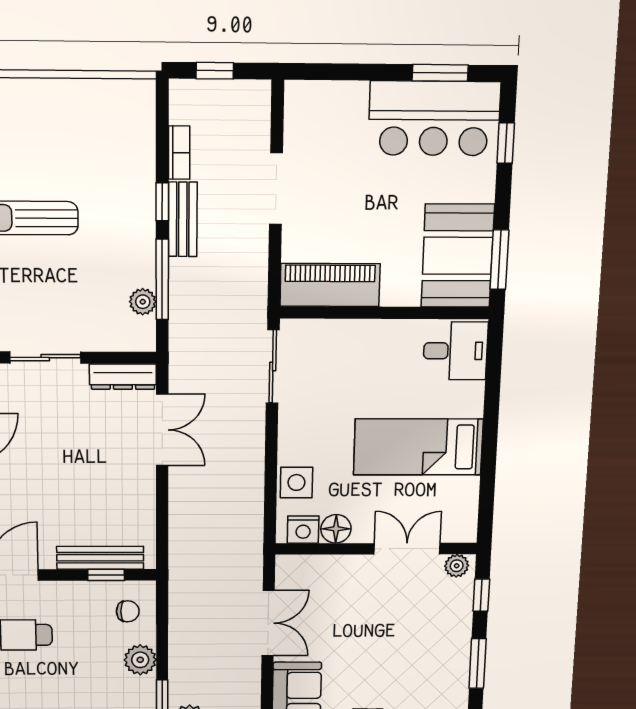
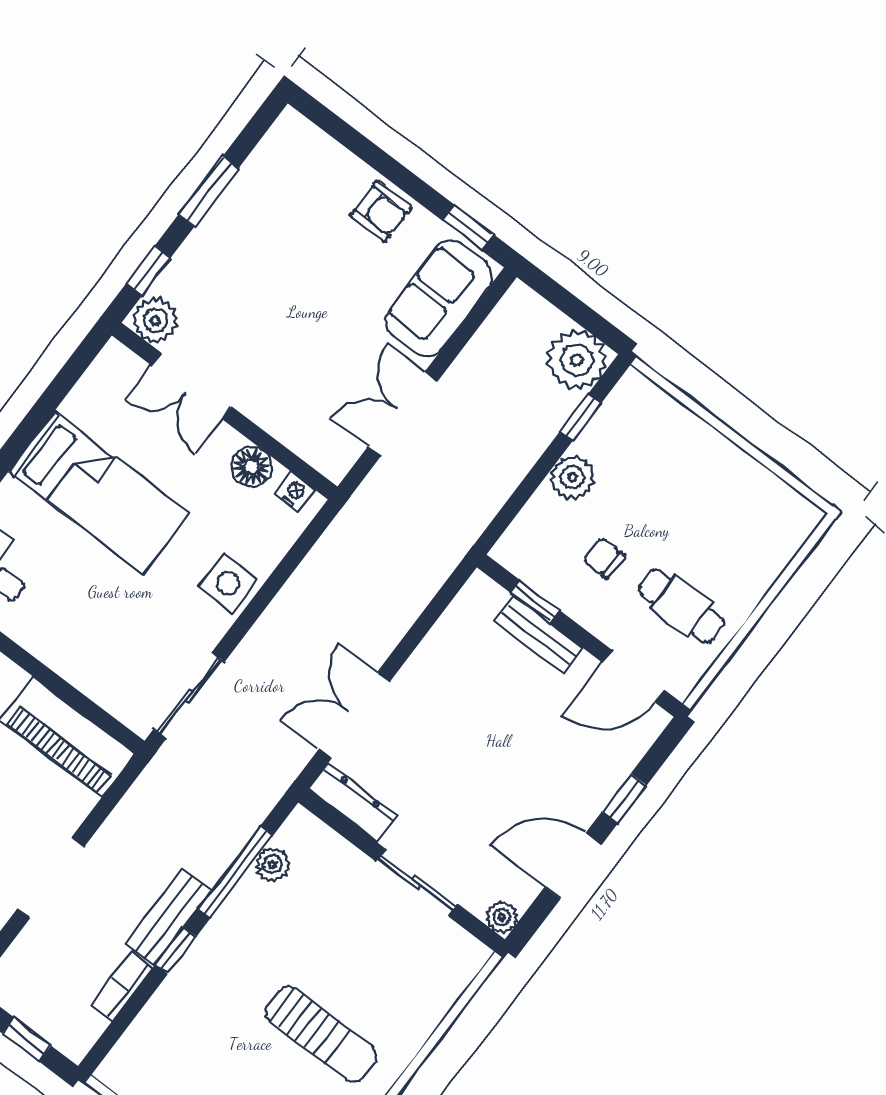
side table: (296, 482) -> (228, 583), moved
nightstand: (303, 530) -> (295, 492), width x0.72, depth x0.74
bench: (100, 558) -> (539, 635), width x0.73
plant: (457, 566) -> (155, 320), width x1.38, depth x1.38
chair: (128, 611) -> (604, 558), moved

